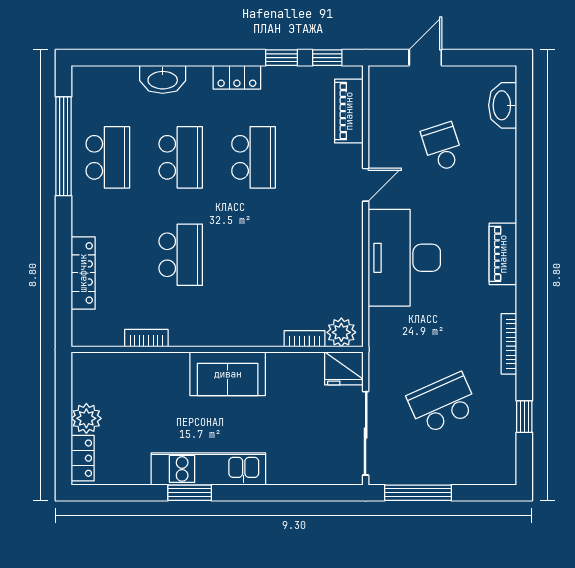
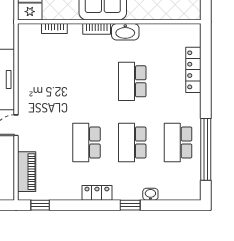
window: (282, 58) -> (130, 205), moved
washbasin: (163, 79) -> (150, 194), width x0.52, depth x0.69
plant: (341, 332) -> (31, 33), removed
washbasin: (192, 334) -> (125, 32), added
bookcase: (146, 338) -> (97, 29), moved

